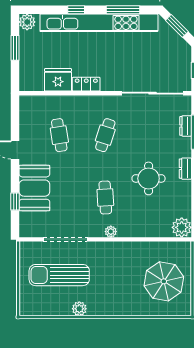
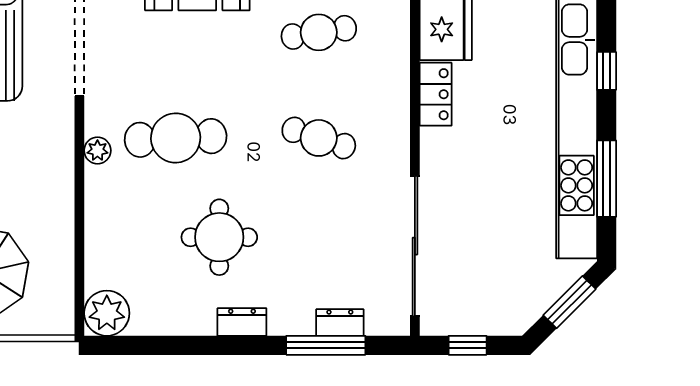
cafe table: (105, 197) -> (176, 138), width x1.37, depth x1.35

